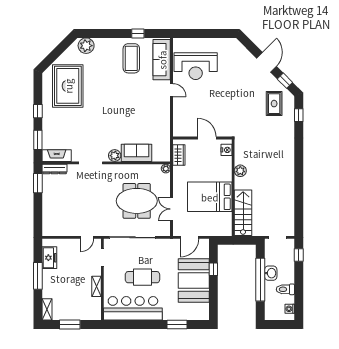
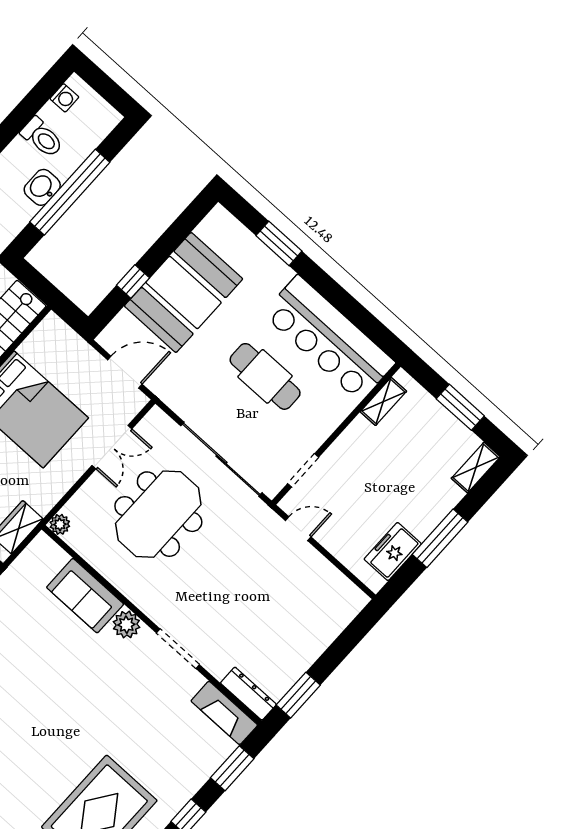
meeting table: (137, 201) -> (158, 514), turned 90
shelving: (97, 286) -> (383, 401), moved

